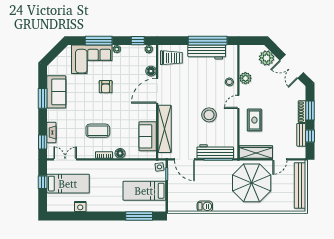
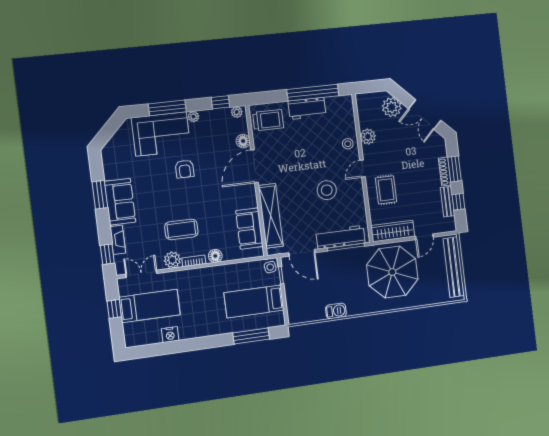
workbench: (207, 52) -> (307, 108), width x0.73
sofa: (56, 92) -> (120, 202), moved
plant: (89, 152) -> (172, 260), added

